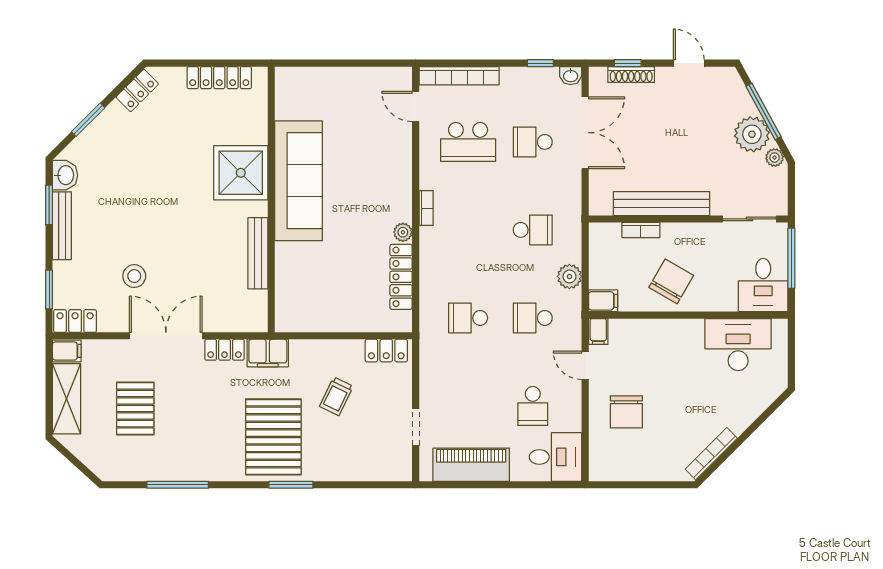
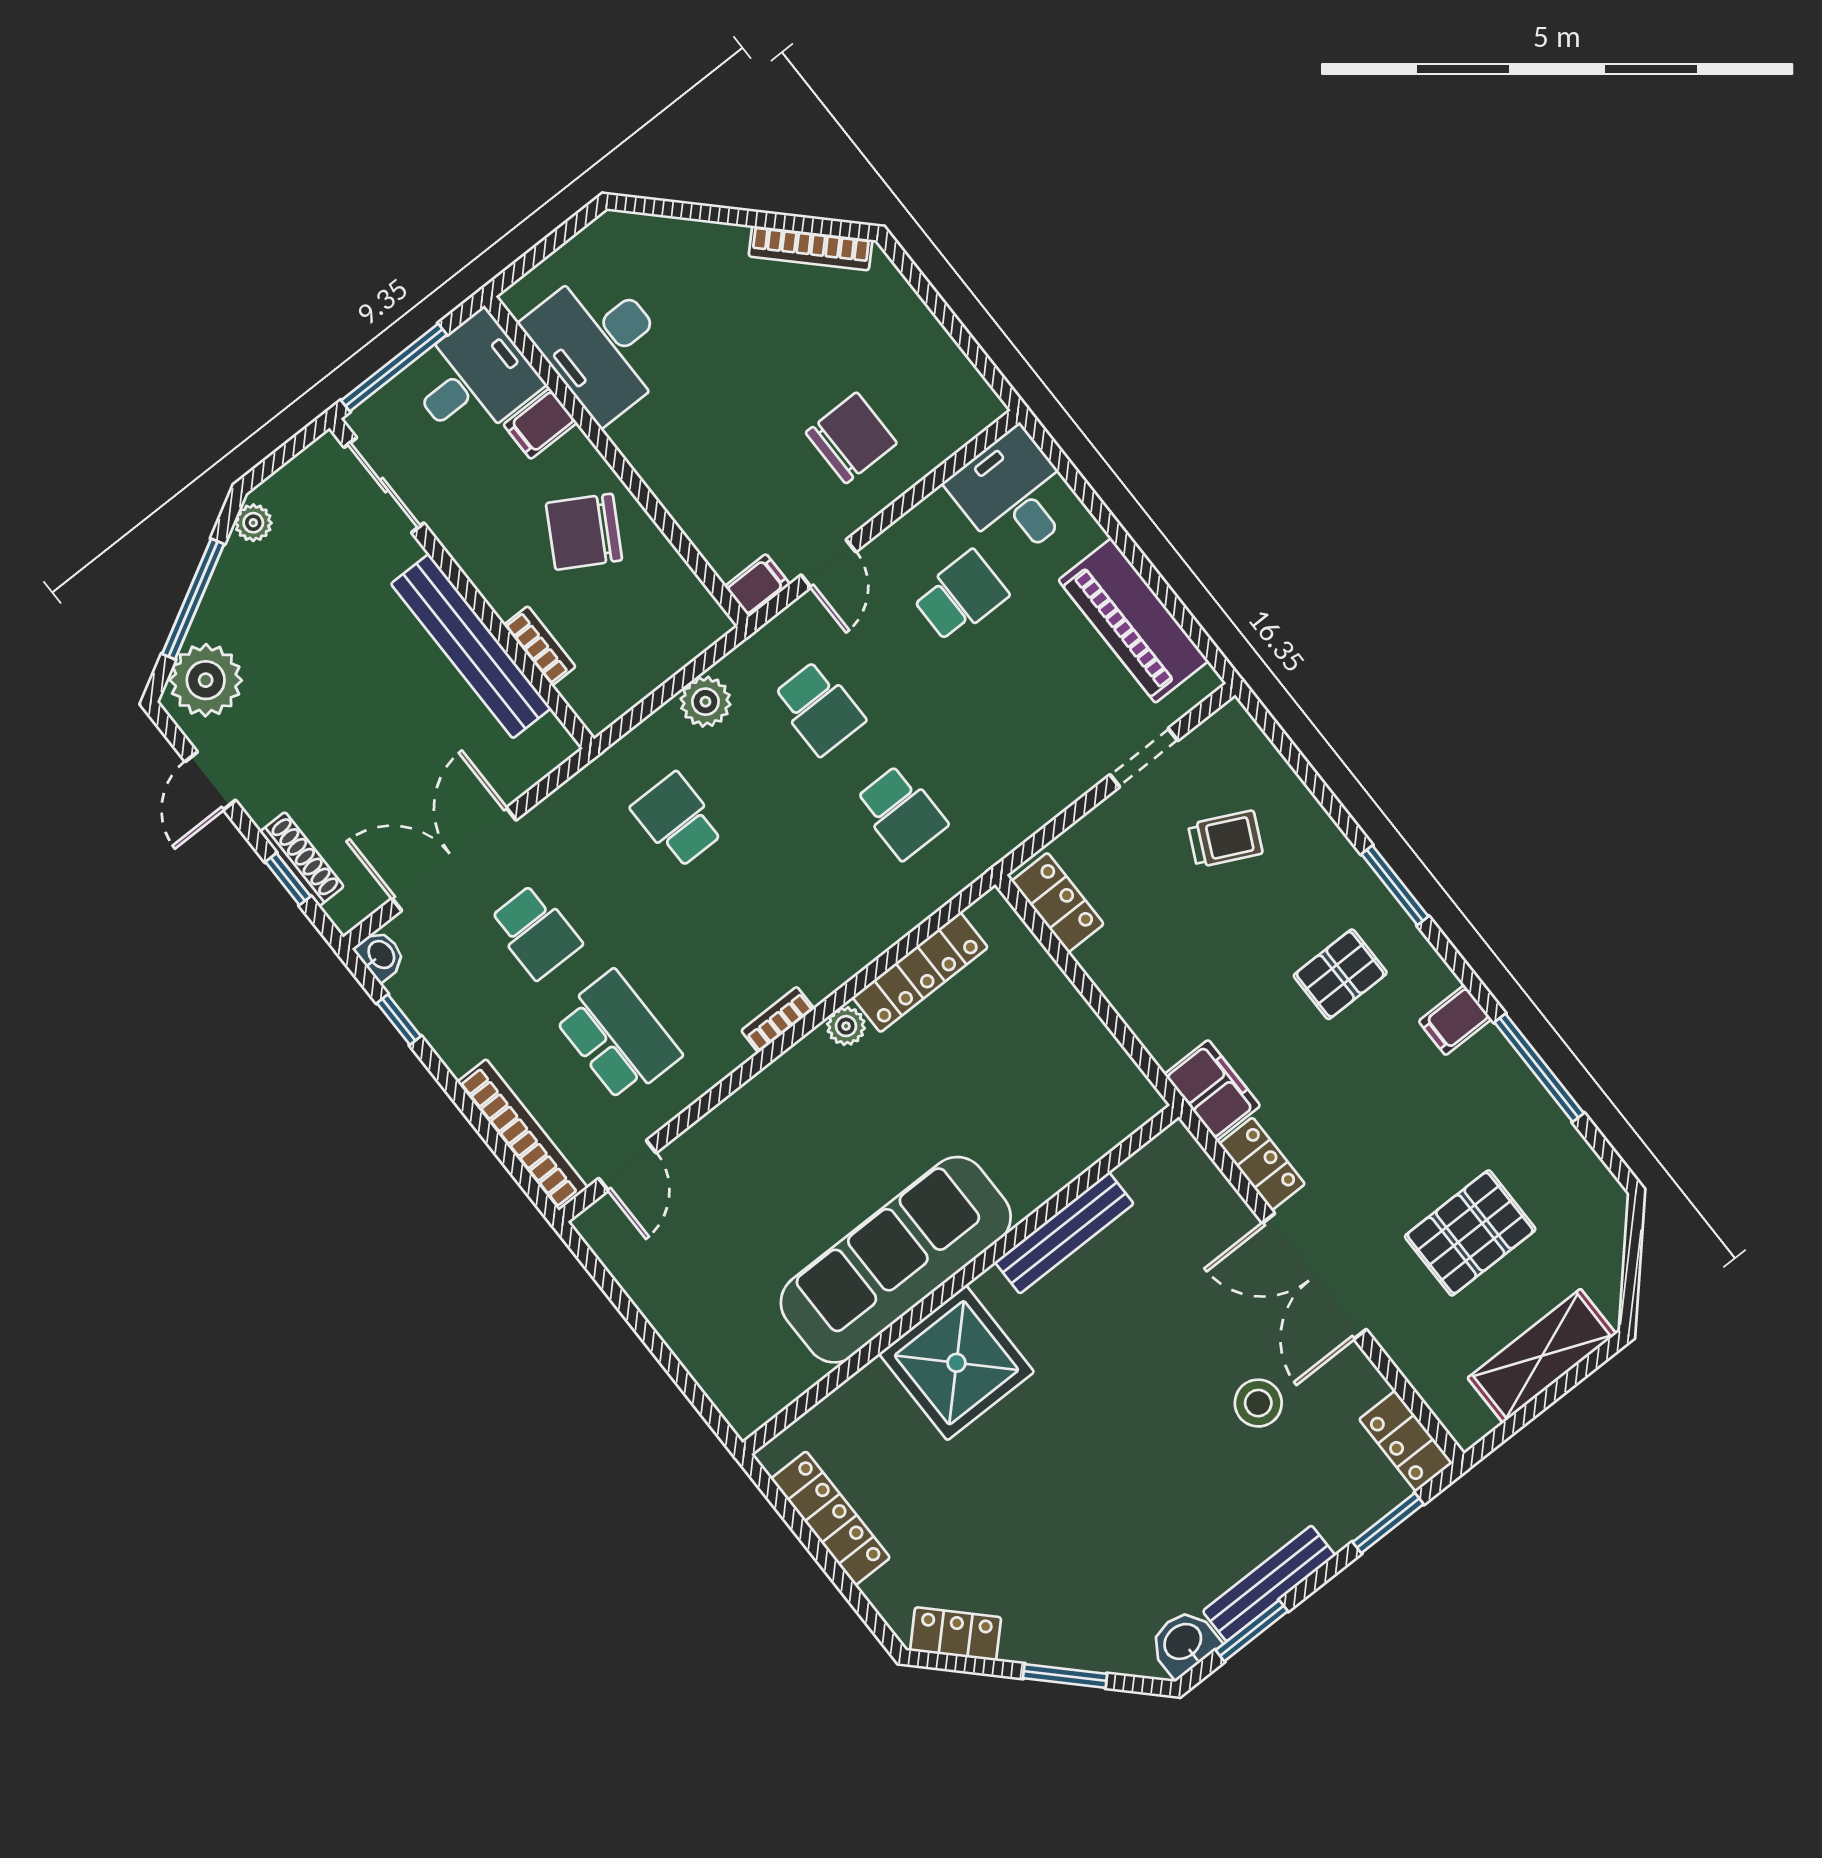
plant: (752, 134) -> (206, 680), moved
filing cabinet: (603, 301) -> (540, 424), moved, turned -90
filing cabinet: (67, 351) -> (1455, 1020), moved, turned -90
trolley: (336, 396) -> (1225, 839), moved
pallet: (273, 437) -> (1340, 974), width x0.49, depth x0.50

